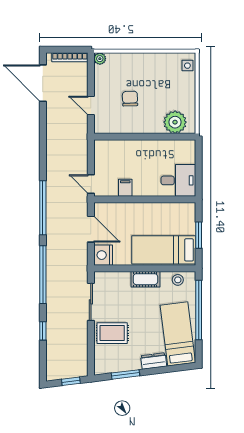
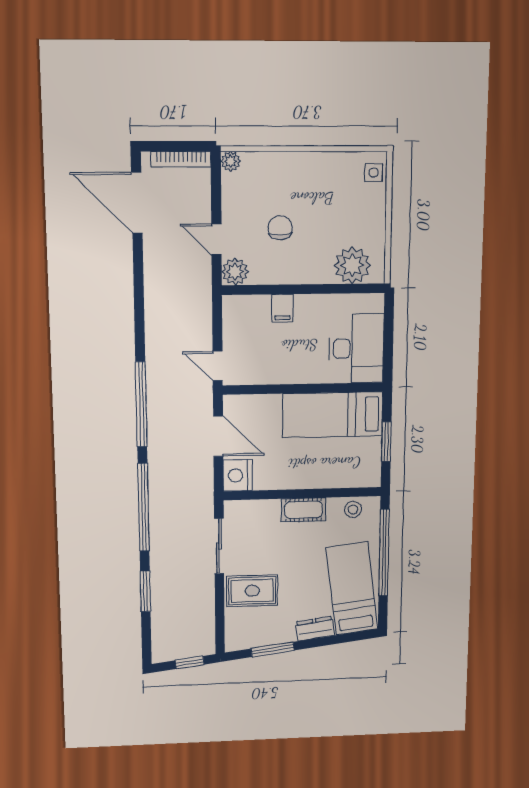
plant: (102, 125) -> (235, 272), added
desk: (178, 180) -> (356, 349), width x1.37
filing cabinet: (125, 188) -> (282, 308), moved, turned 180
bed: (164, 250) -> (333, 415), moved
window: (43, 331) -> (145, 591), width x1.50

